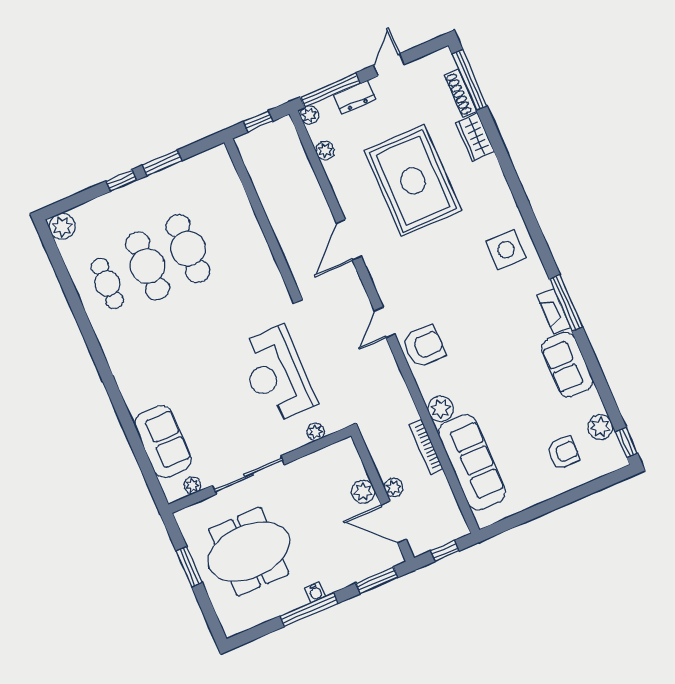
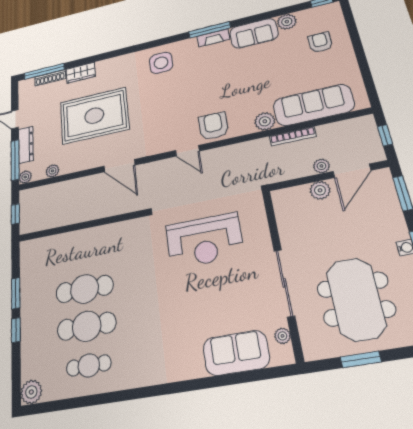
dresser: (354, 97) -> (26, 145), width x1.44
plant: (600, 427) -> (287, 22), moved
plant: (316, 432) -> (260, 219), removed

